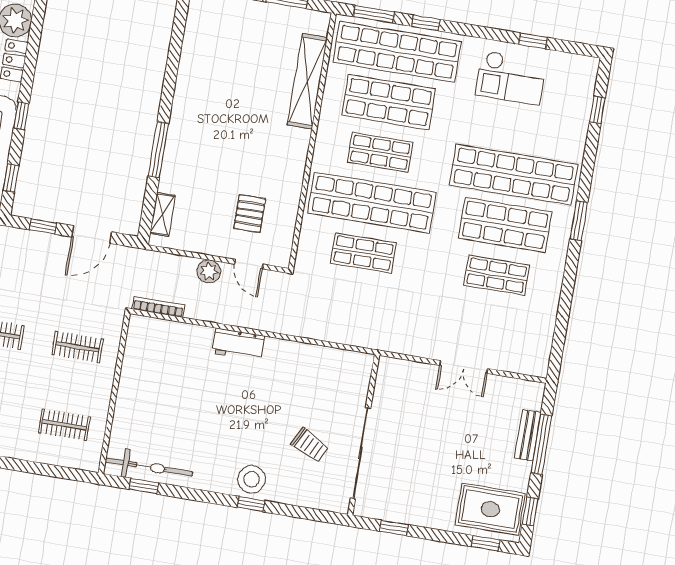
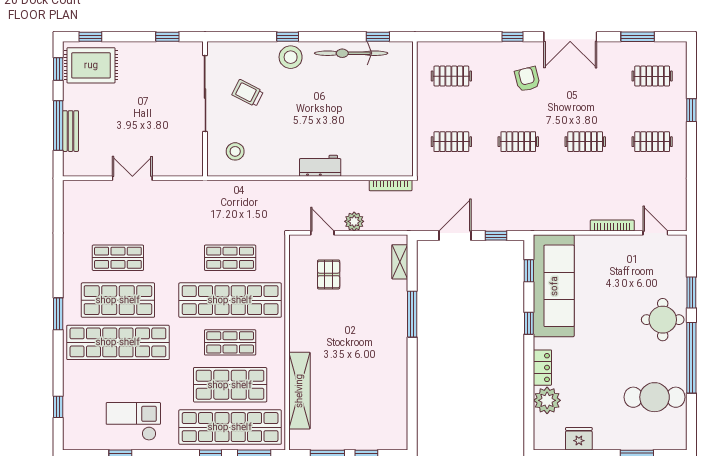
stool: (336, 378) -> (235, 151), added
bicycle: (149, 467) -> (351, 53), moved

